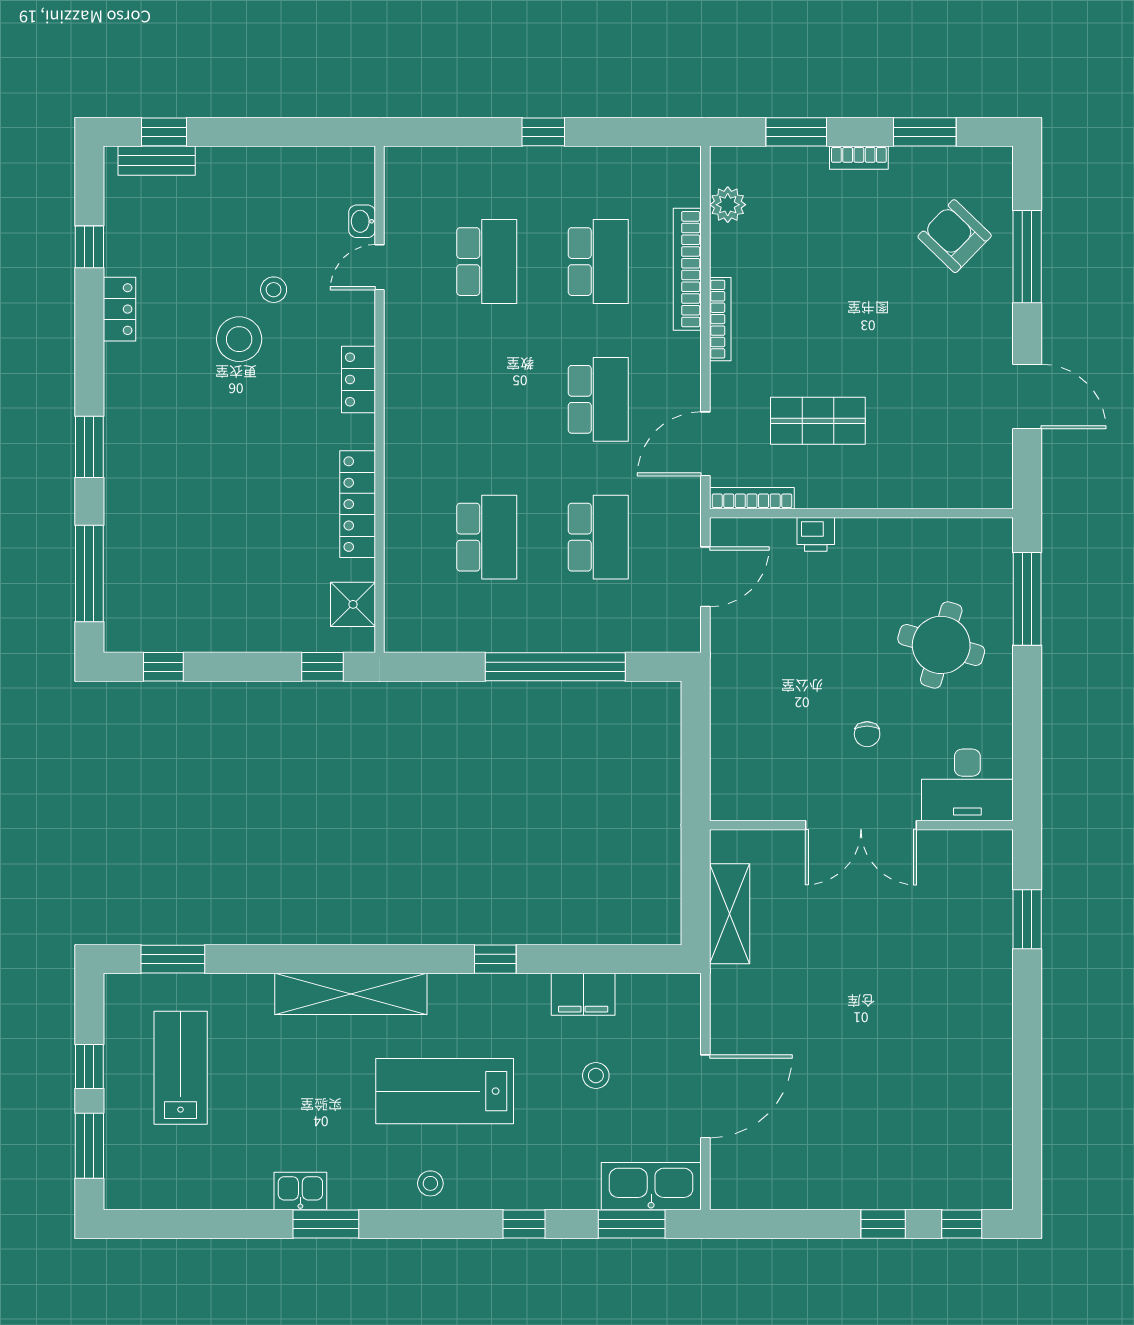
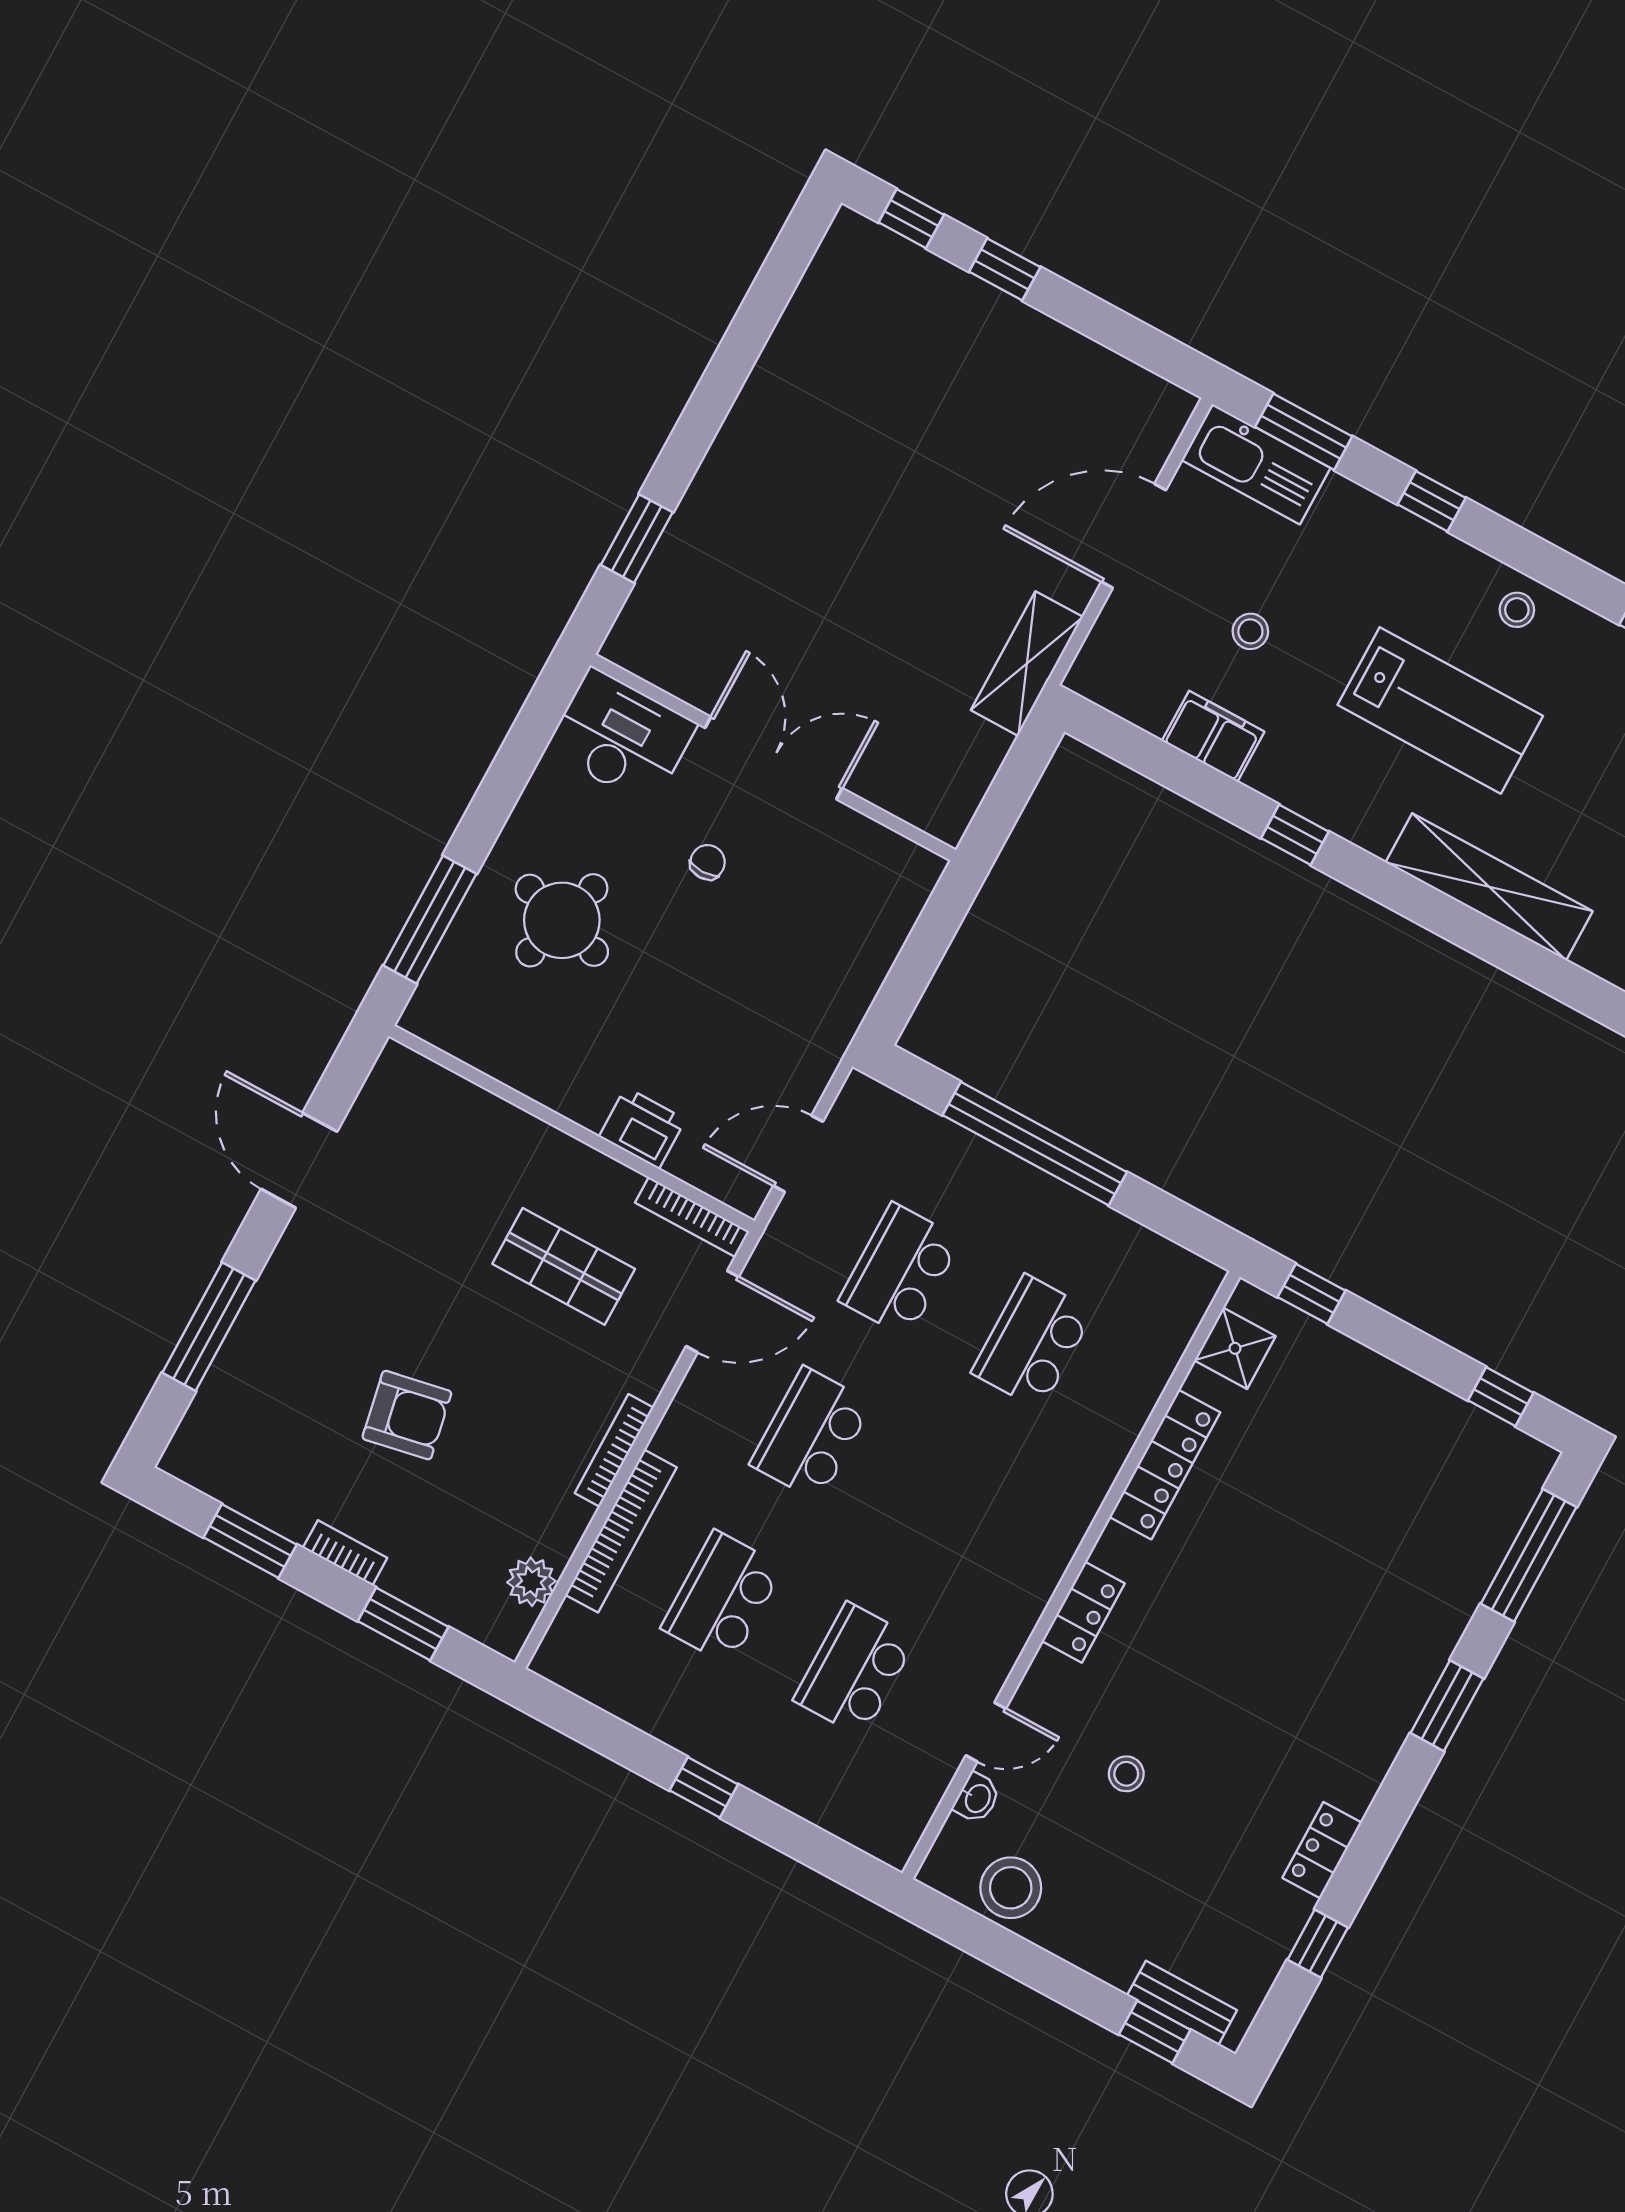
armchair: (955, 236) -> (407, 1415), moved, turned -55
stool: (239, 339) -> (1011, 1888), moved
printer: (816, 534) -> (642, 1128), width x1.36, depth x1.24
shelving: (730, 914) -> (1027, 664), moved

